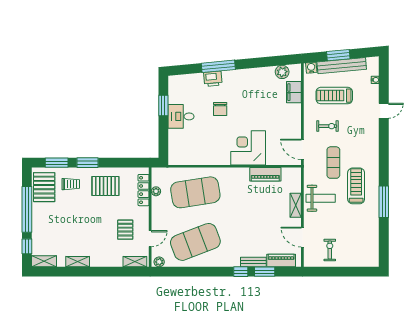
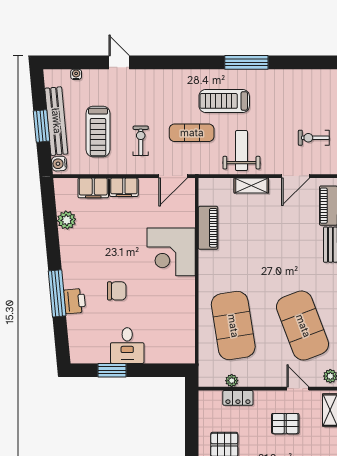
plant: (282, 72) -> (67, 220), moved
filing cabinet: (294, 114) -> (124, 187), added
locker: (144, 190) -> (238, 398), width x0.66

